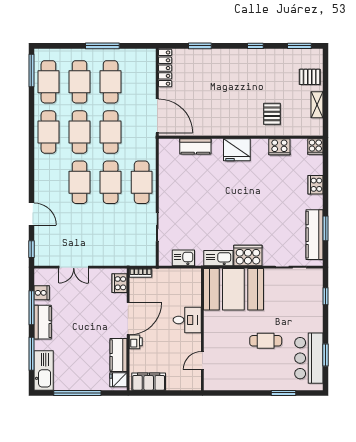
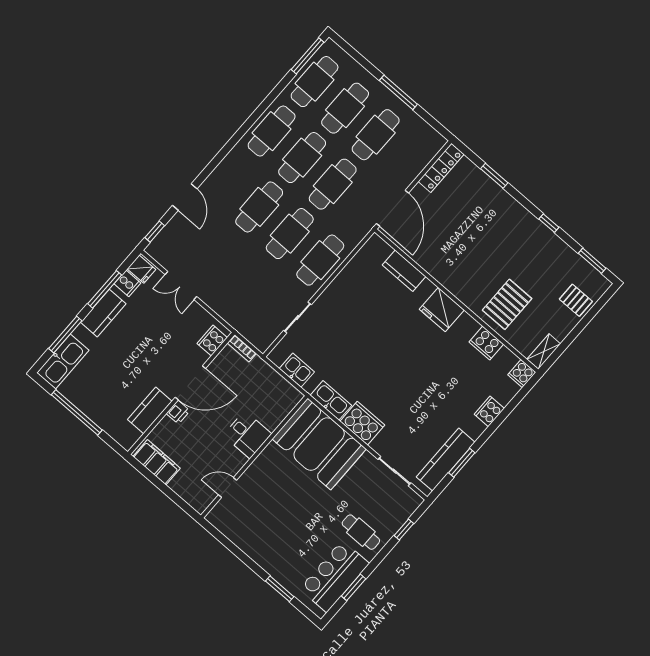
shelving: (317, 105) -> (544, 352), moved
pallet: (272, 114) -> (507, 304), width x1.50, depth x1.42
cafe table: (266, 341) -> (361, 532), moved
fridge: (118, 380) -> (141, 269), moved, turned 180

